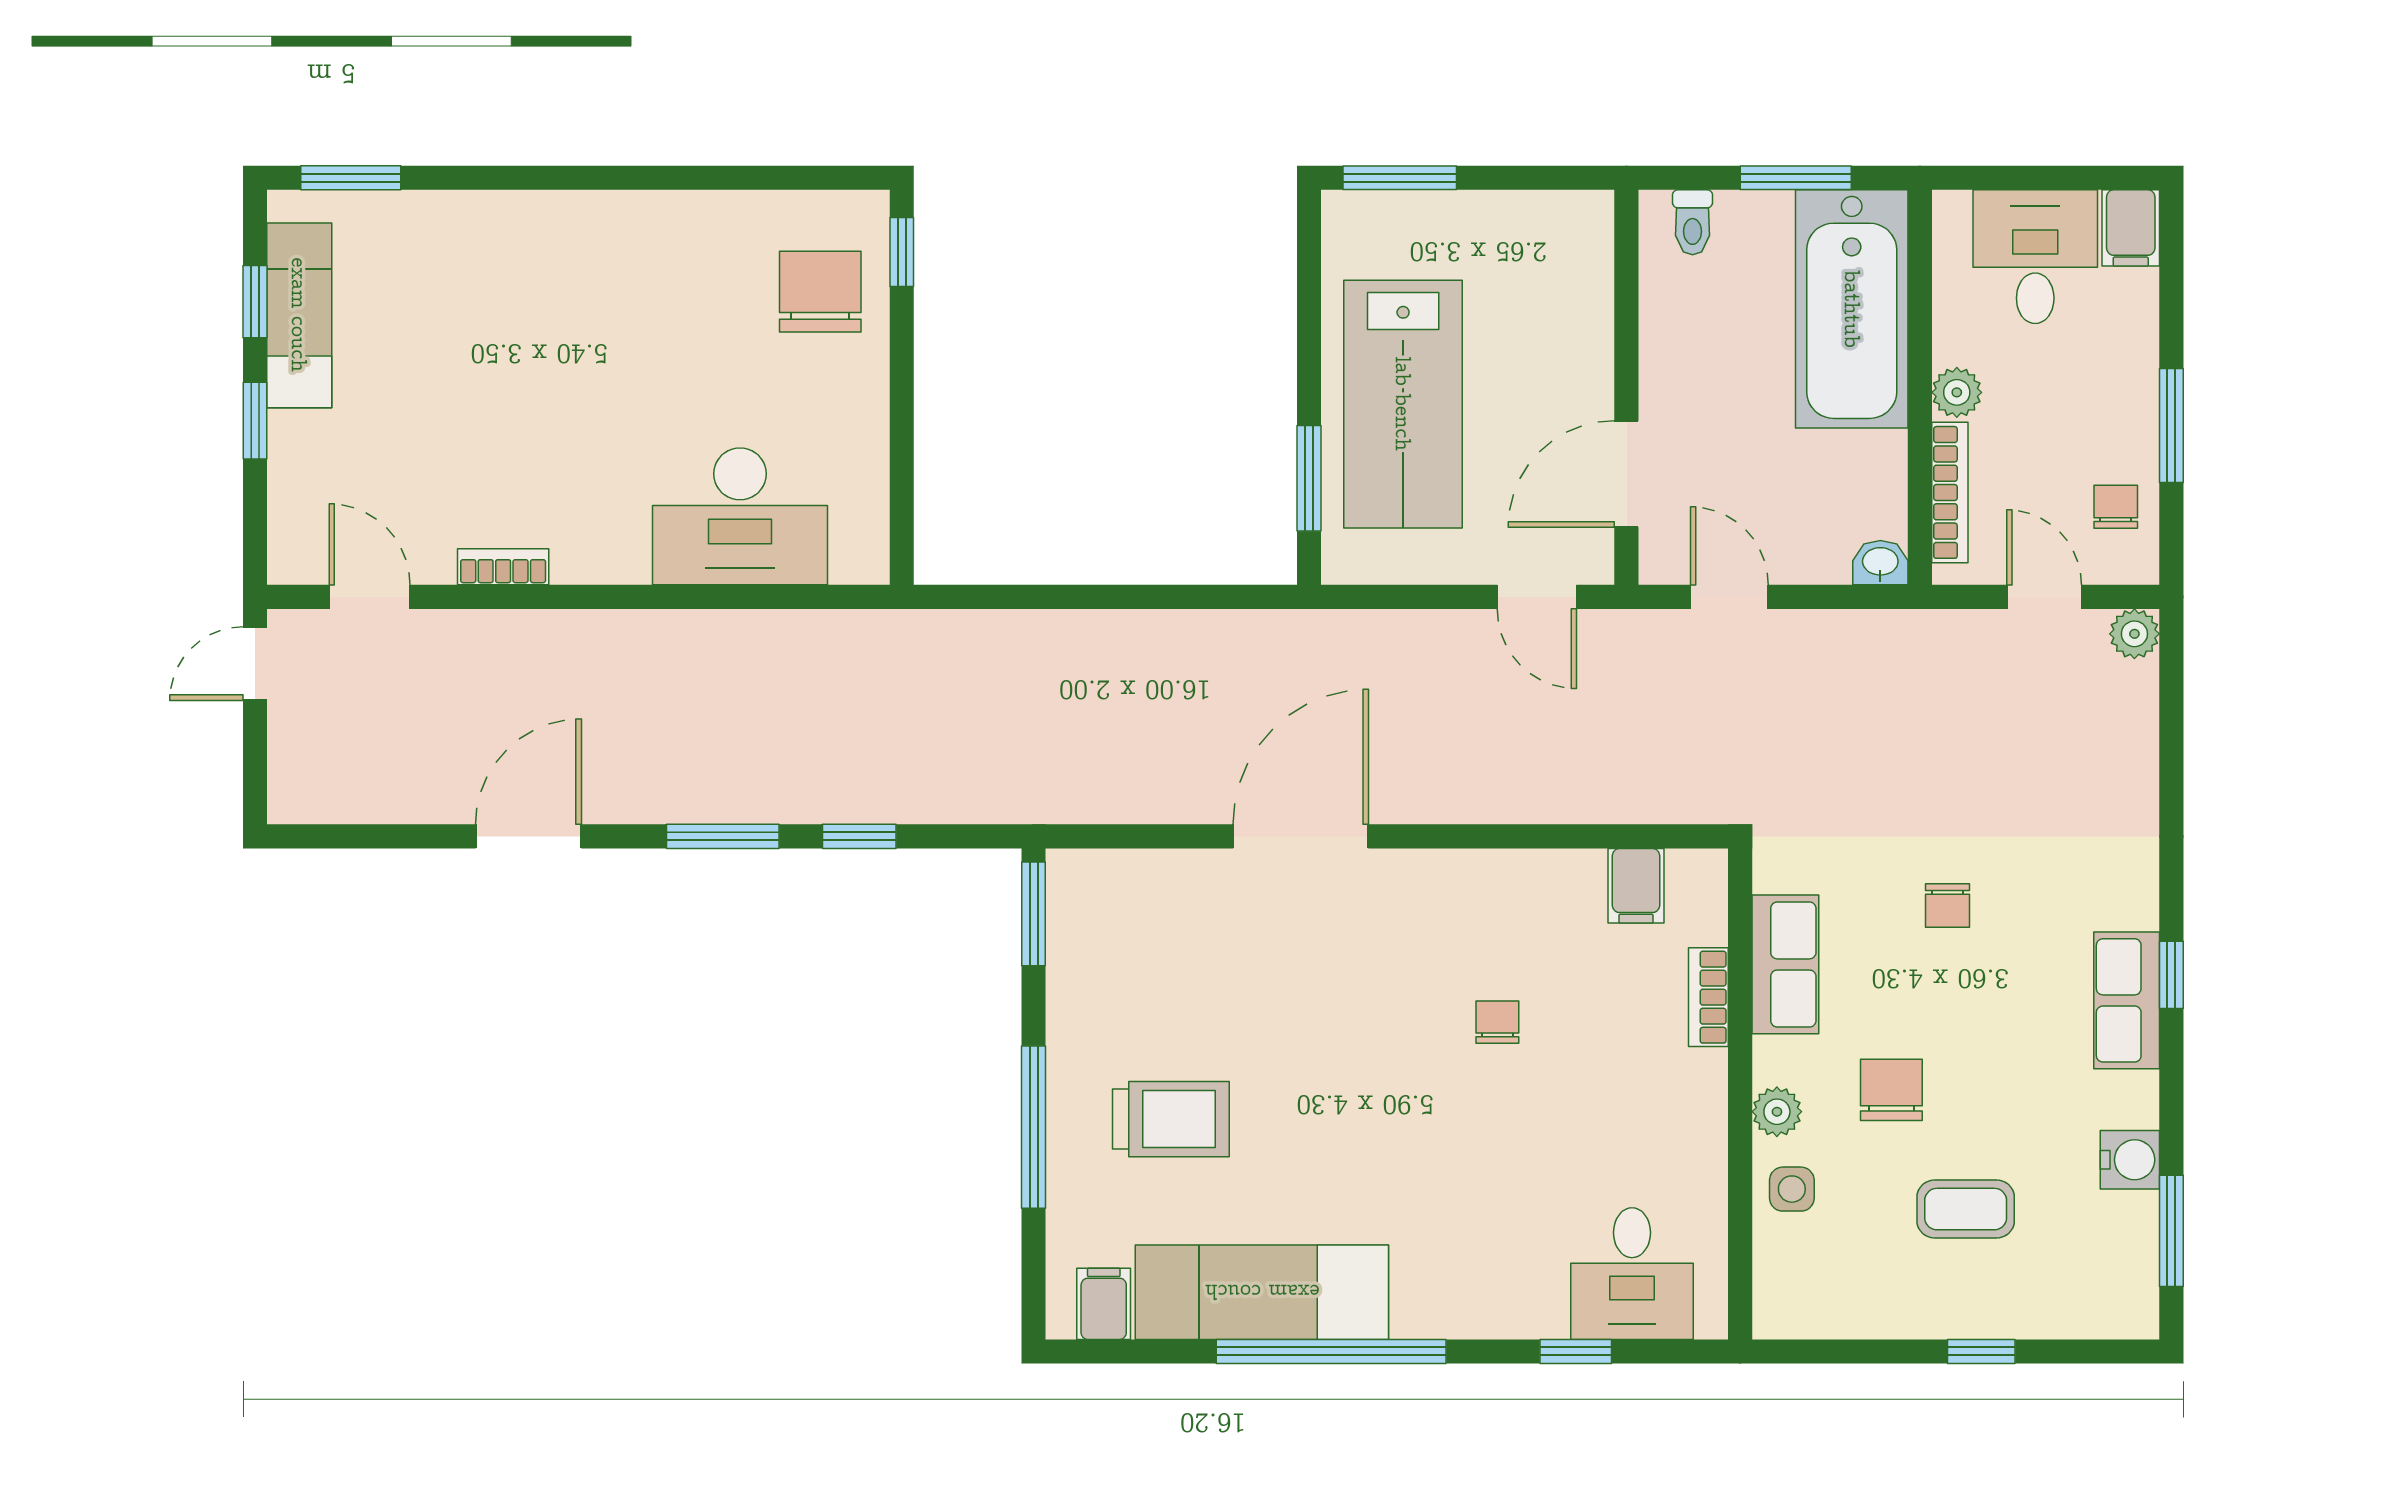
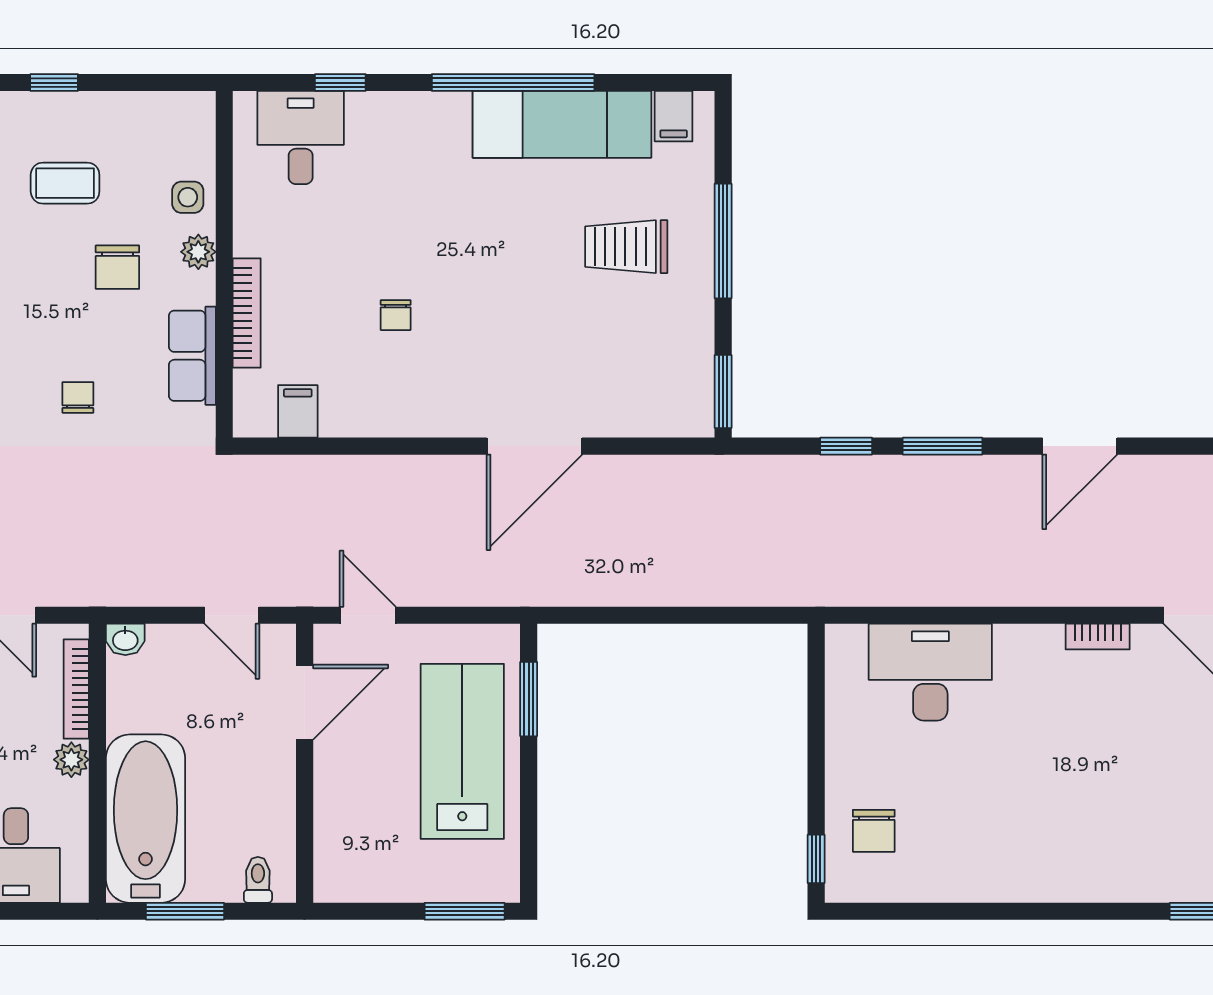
chair: (820, 292) -> (874, 831), width x0.73, depth x0.73
bookcase: (1708, 997) -> (247, 313), width x1.56

